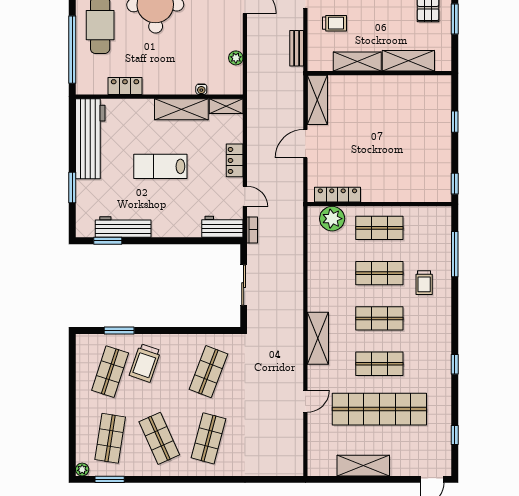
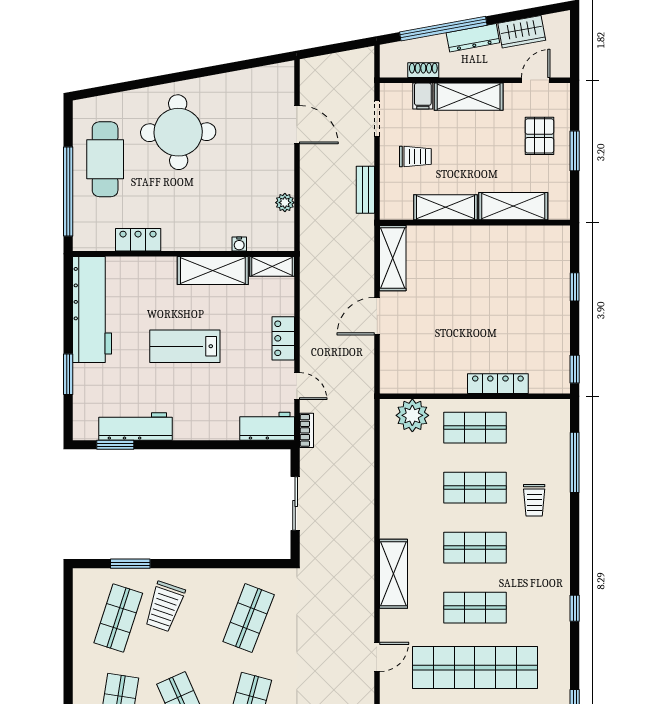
locker: (337, 195) -> (498, 384), moved

